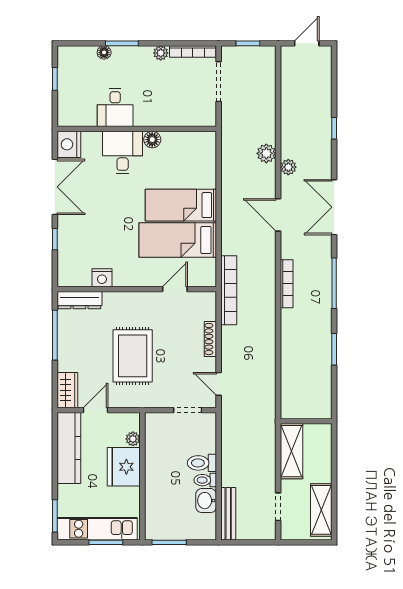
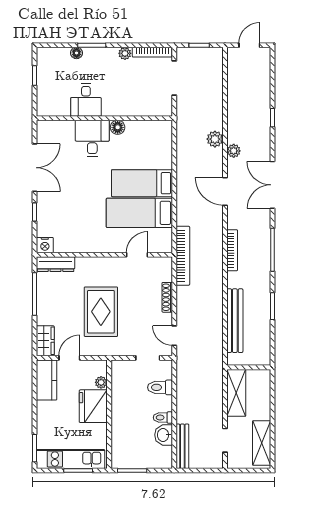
nightstand: (69, 144) -> (46, 131), removed
nightstand: (102, 278) -> (45, 245), moved
bench: (290, 366) -> (235, 321), added
kitchen counter: (69, 448) -> (47, 380), width x0.67
toilet: (202, 463) -> (160, 387), moved

